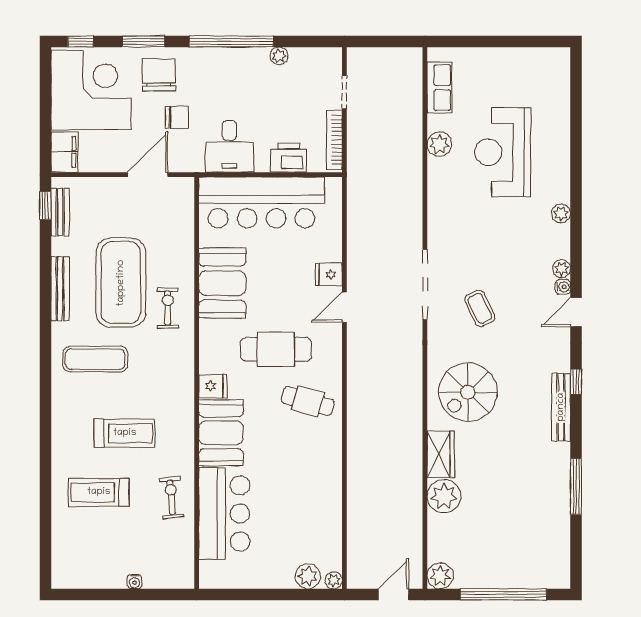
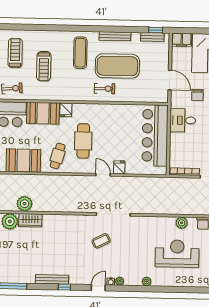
printer: (289, 158) -> (177, 149), removed
booth: (222, 283) -> (23, 161), moved
door: (576, 312) -> (98, 288), hinge flipped
spiral stairs: (468, 392) -> (60, 234), removed
plant: (407, 467) -> (25, 204), added

